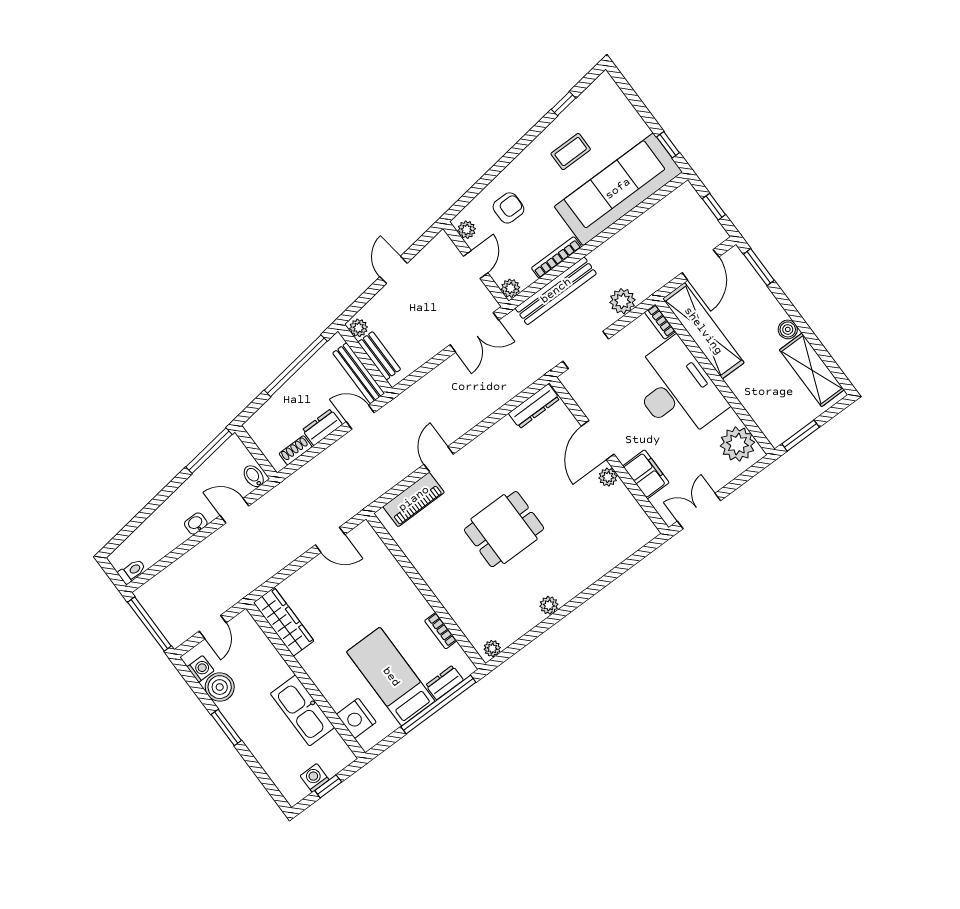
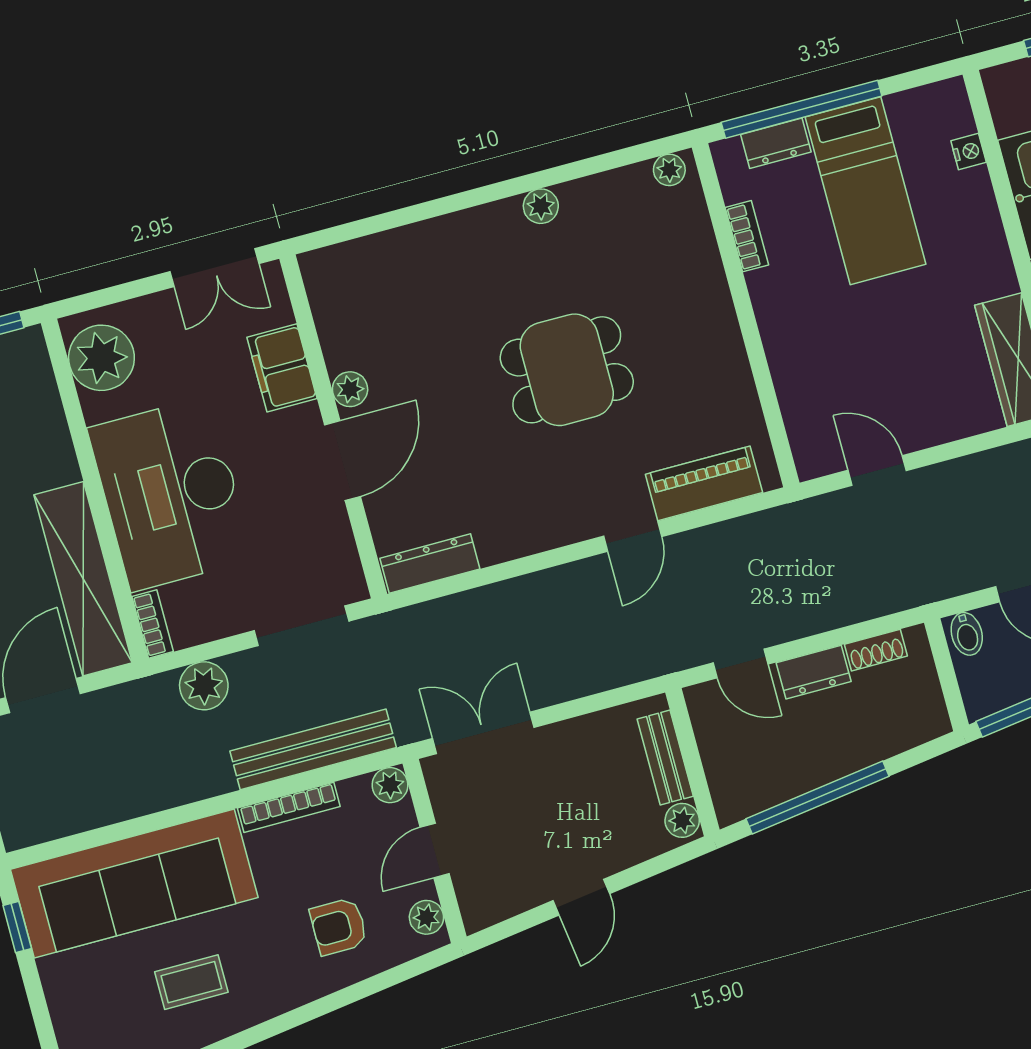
bench: (359, 373) -> (713, 741), removed
nightstand: (356, 718) -> (969, 152), width x0.53, depth x0.56

